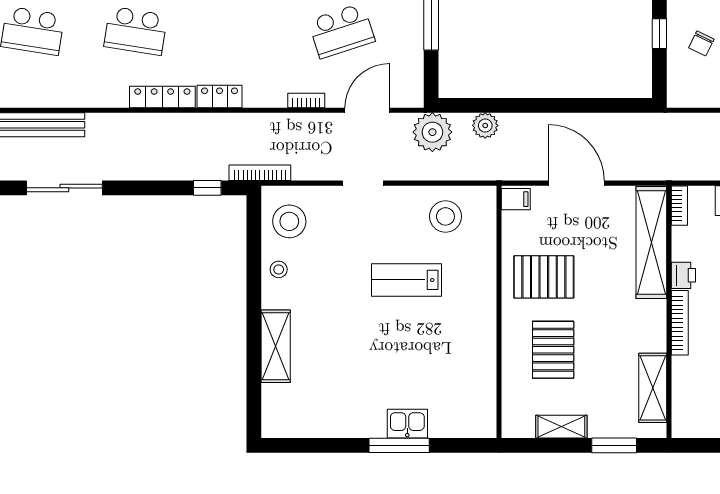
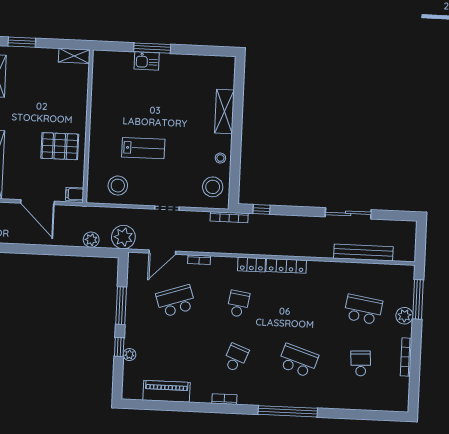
school desk: (136, 31) -> (238, 304), moved, width x0.54
pallet: (553, 350) -> (56, 102), removed
shelving: (561, 427) -> (74, 56), moved

